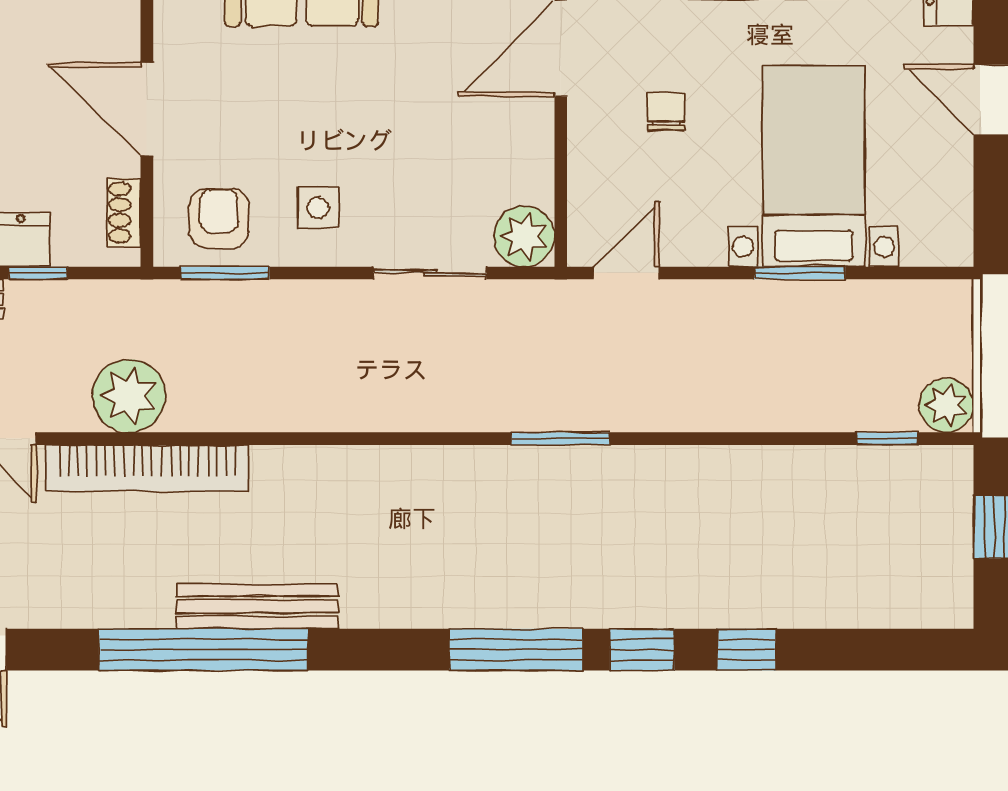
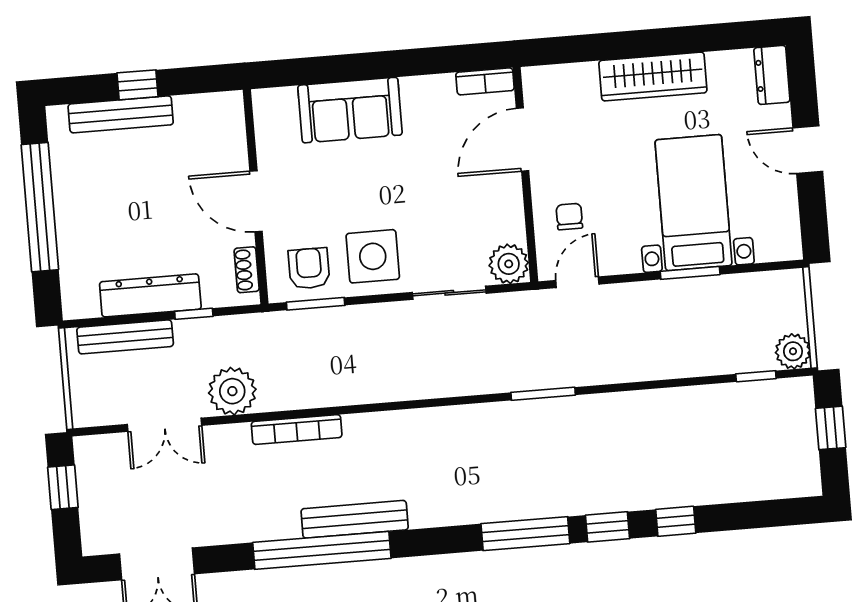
chair: (666, 112) -> (569, 217), moved
side table: (318, 208) -> (373, 256), width x1.87, depth x1.87
plant: (129, 396) -> (232, 391), moved
bookcase: (147, 468) -> (297, 430), width x0.68, depth x0.76

